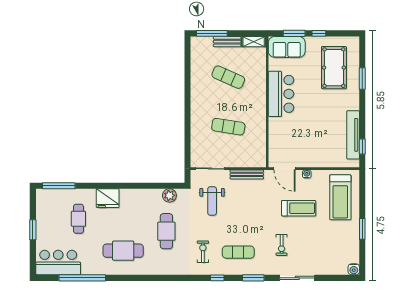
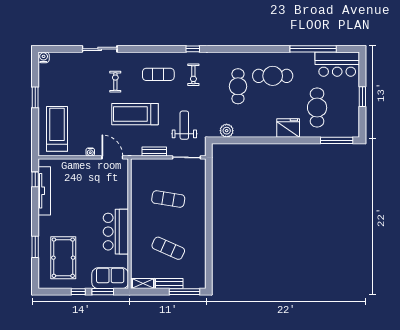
bench: (247, 174) -> (154, 152), width x0.73
treadmill: (299, 208) -> (135, 114), moved, width x1.37, depth x1.38
cafe table: (78, 219) -> (317, 108), width x1.37, depth x1.35
cafe table: (166, 231) -> (238, 86), moved
window: (217, 278) -> (193, 49), moved
window: (253, 278) -> (143, 49), removed

